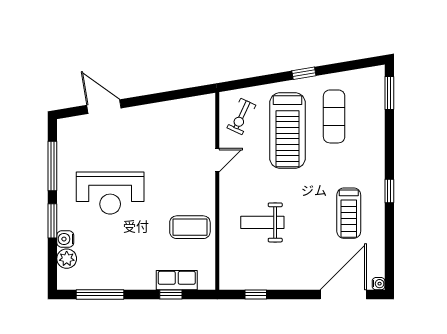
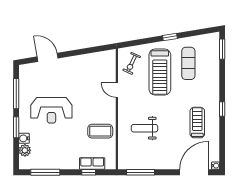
door: (217, 160) -> (117, 90), swing flipped
treadmill: (349, 213) -> (197, 123), turned 180
window: (256, 294) -> (140, 172), width x2.17

